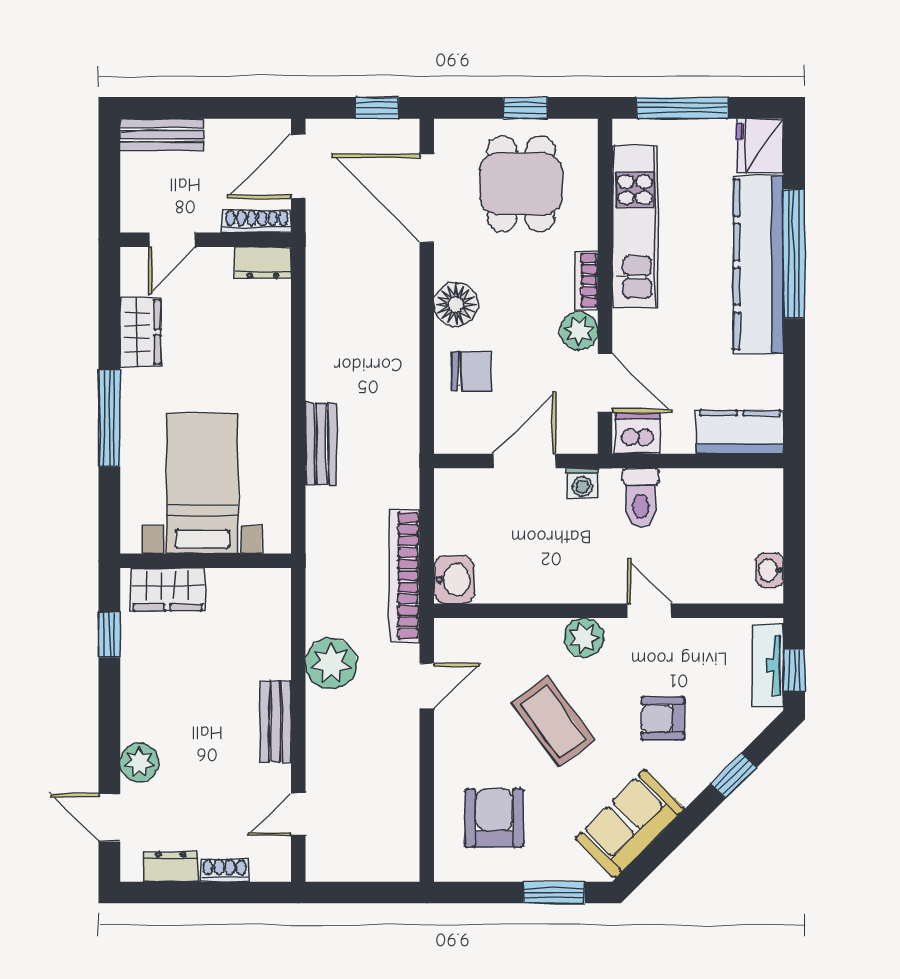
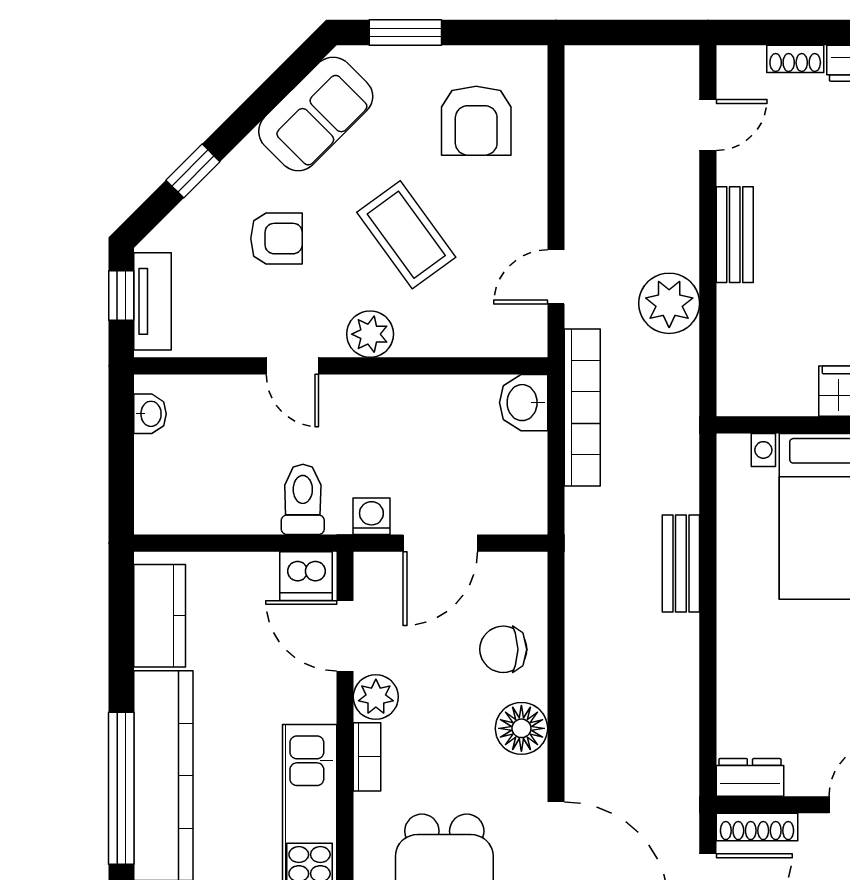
kitchen counter: (740, 432) -> (160, 616), moved, turned -90

